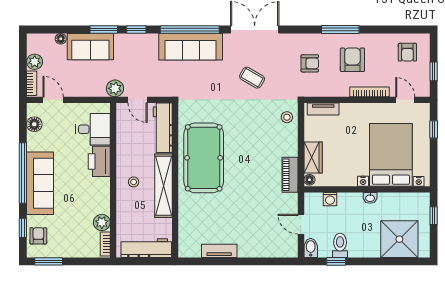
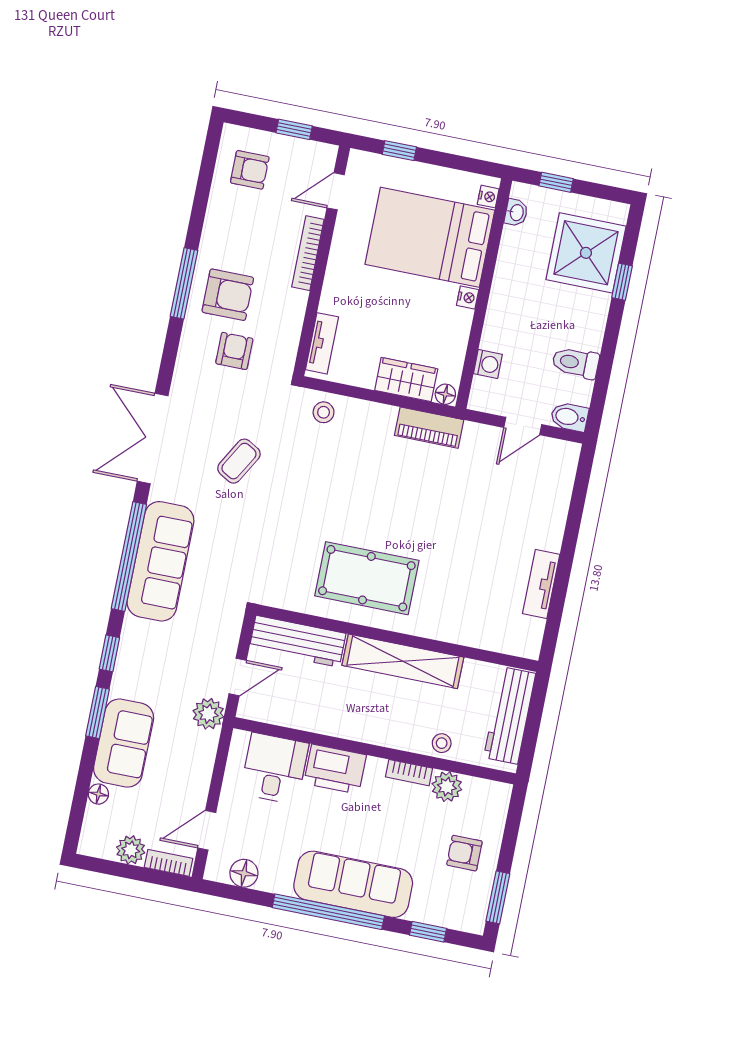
armchair: (352, 60) -> (228, 295), moved, turned 180
pool table: (204, 158) -> (367, 578), width x0.73, depth x0.76
stool: (134, 182) -> (442, 743), moved
washbasin: (370, 198) -> (516, 213), moved
armchair: (38, 236) -> (464, 853), moved
bookcase: (105, 244) -> (409, 773), moved
window: (336, 261) -> (622, 282), moved

